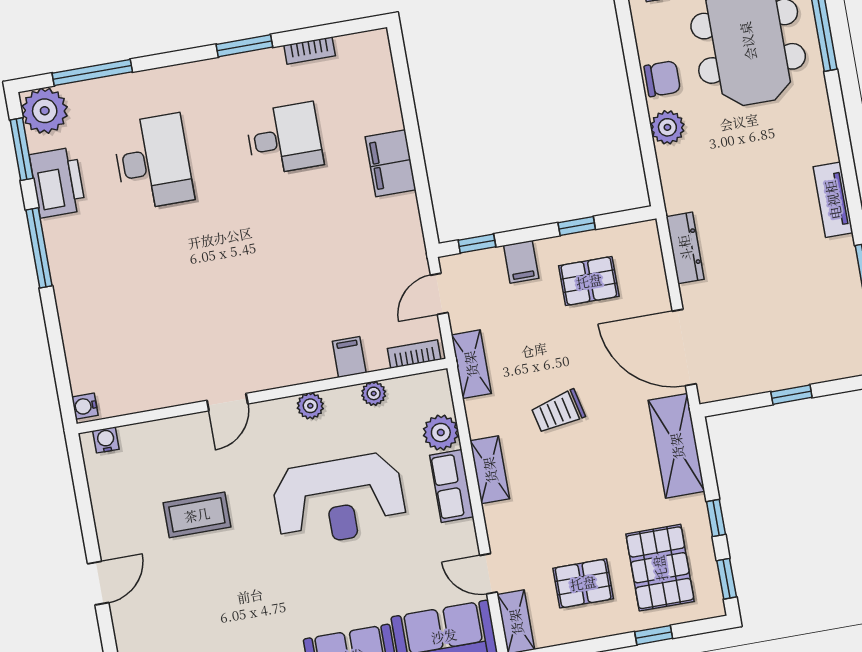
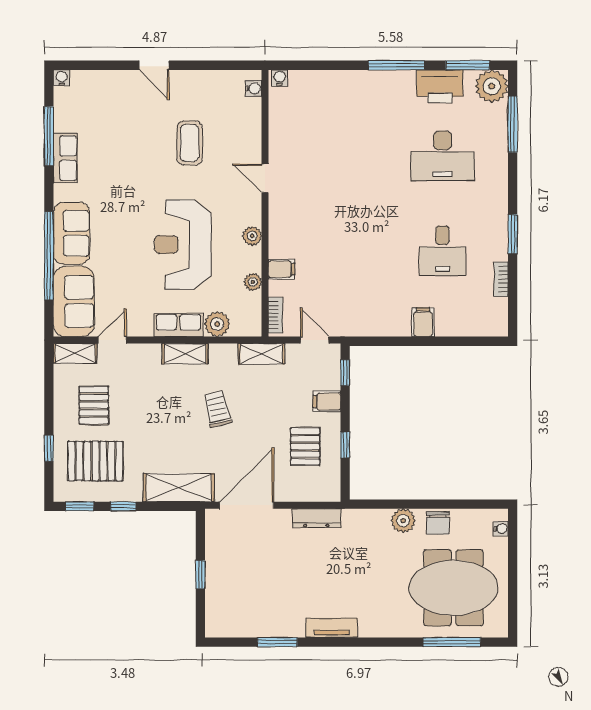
filing cabinet: (391, 163) -> (423, 322), width x0.50

